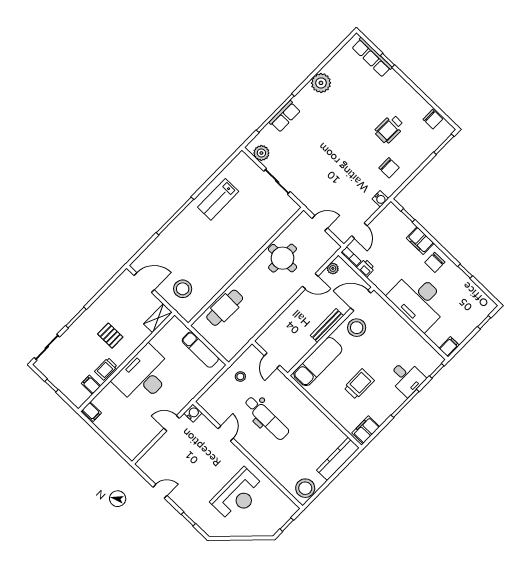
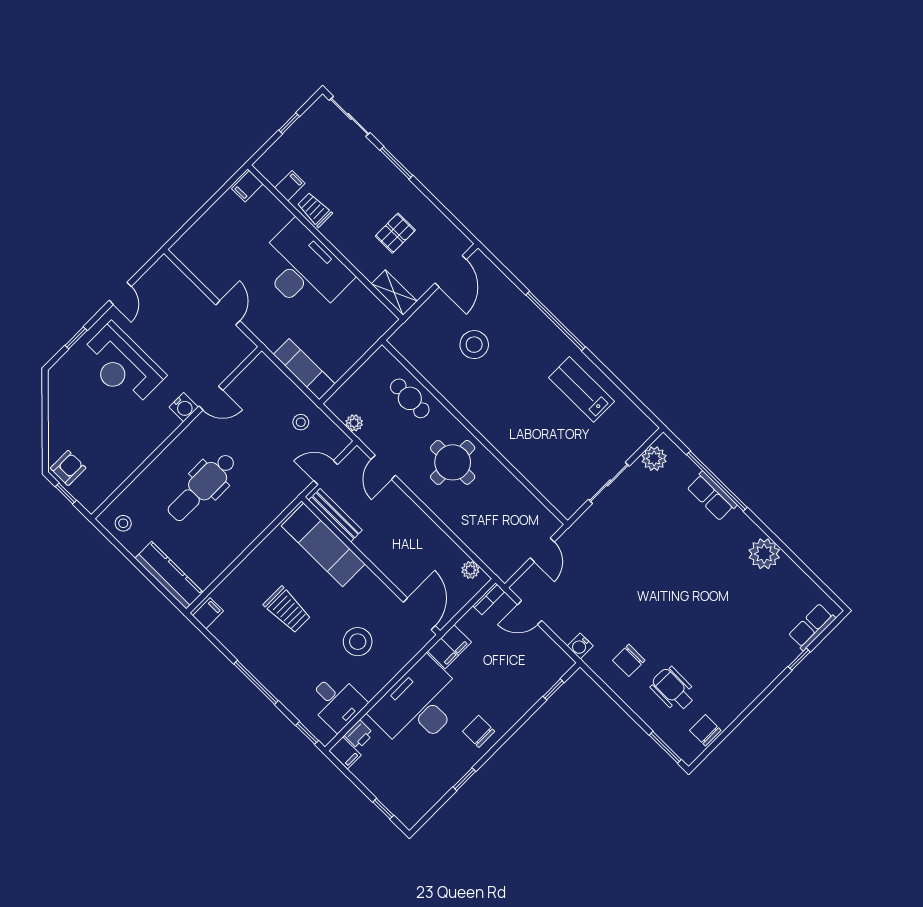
row of seats: (372, 57) -> (812, 627), width x0.68
chair: (433, 119) -> (705, 730), turned 90
wheelchair: (389, 129) -> (673, 689), moved
filing cabinet: (420, 241) -> (449, 647), moved, turned 180
round table: (283, 258) -> (453, 462), moved
printer: (366, 268) -> (359, 735), moved
door: (310, 281) -> (383, 467), moved
stool: (183, 289) -> (474, 345), moved
cafe table: (225, 308) -> (410, 398), width x0.73, depth x0.74
bench: (327, 326) -> (335, 515), moved
stool: (357, 328) -> (358, 642), moved
pallet: (110, 336) -> (395, 233), moved
plant: (240, 343) -> (354, 423), added
exam couch: (200, 350) -> (304, 369), moved, turned 90
desk: (407, 378) -> (336, 702), moved, turned -90
water cooler: (193, 413) -> (184, 407), moved
dental chair: (267, 418) -> (202, 487), moved
filing cabinet: (366, 430) -> (208, 613), width x0.50
stool: (305, 488) -> (123, 523), width x0.53, depth x0.53
reception desk: (238, 495) -> (122, 365), moved
armchair: (271, 523) -> (68, 468), added

